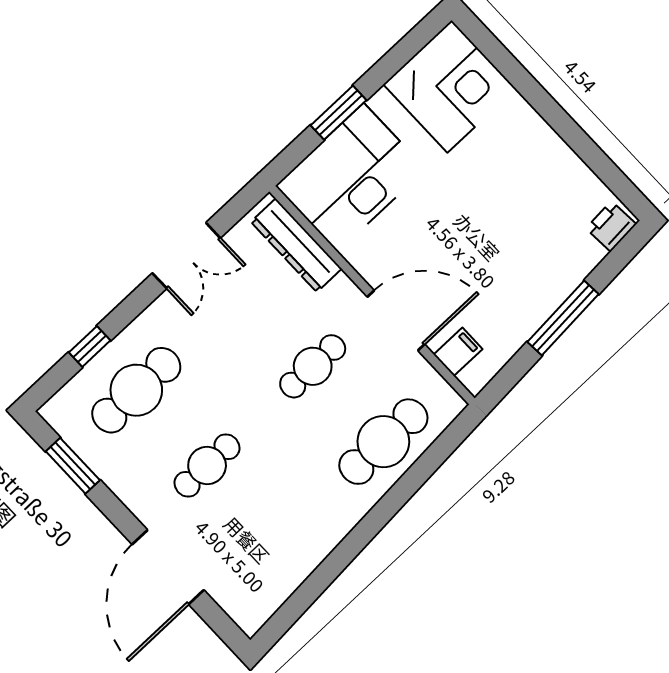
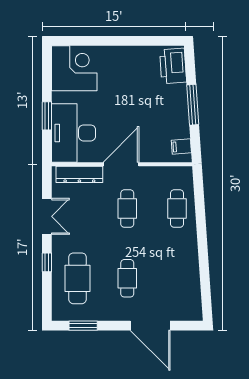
printer: (611, 226) -> (173, 66), width x1.87, depth x1.48
door: (396, 321) -> (121, 164), moved
window: (90, 346) -> (47, 262), moved
filing cabinet: (458, 352) -> (181, 146), moved, turned -94
cafe table: (383, 442) -> (177, 209), width x0.73, depth x0.74

